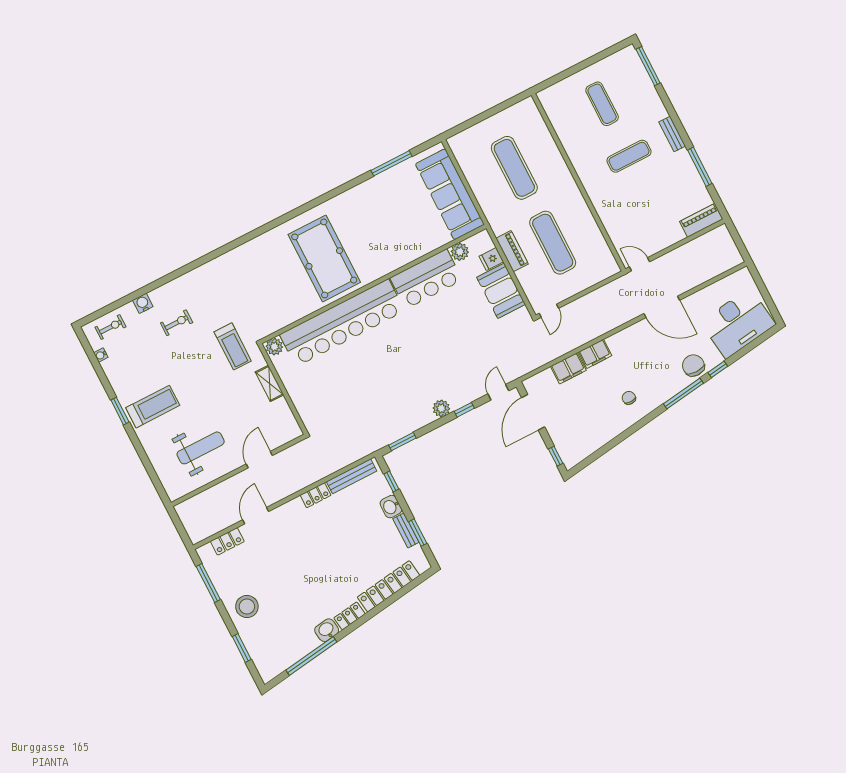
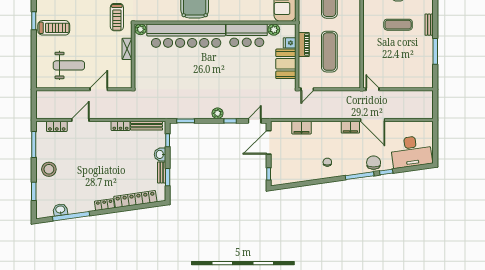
piano: (701, 220) -> (420, 82), removed
filing cabinet: (595, 354) -> (350, 127), moved
washbasin: (327, 630) -> (60, 210), moved

